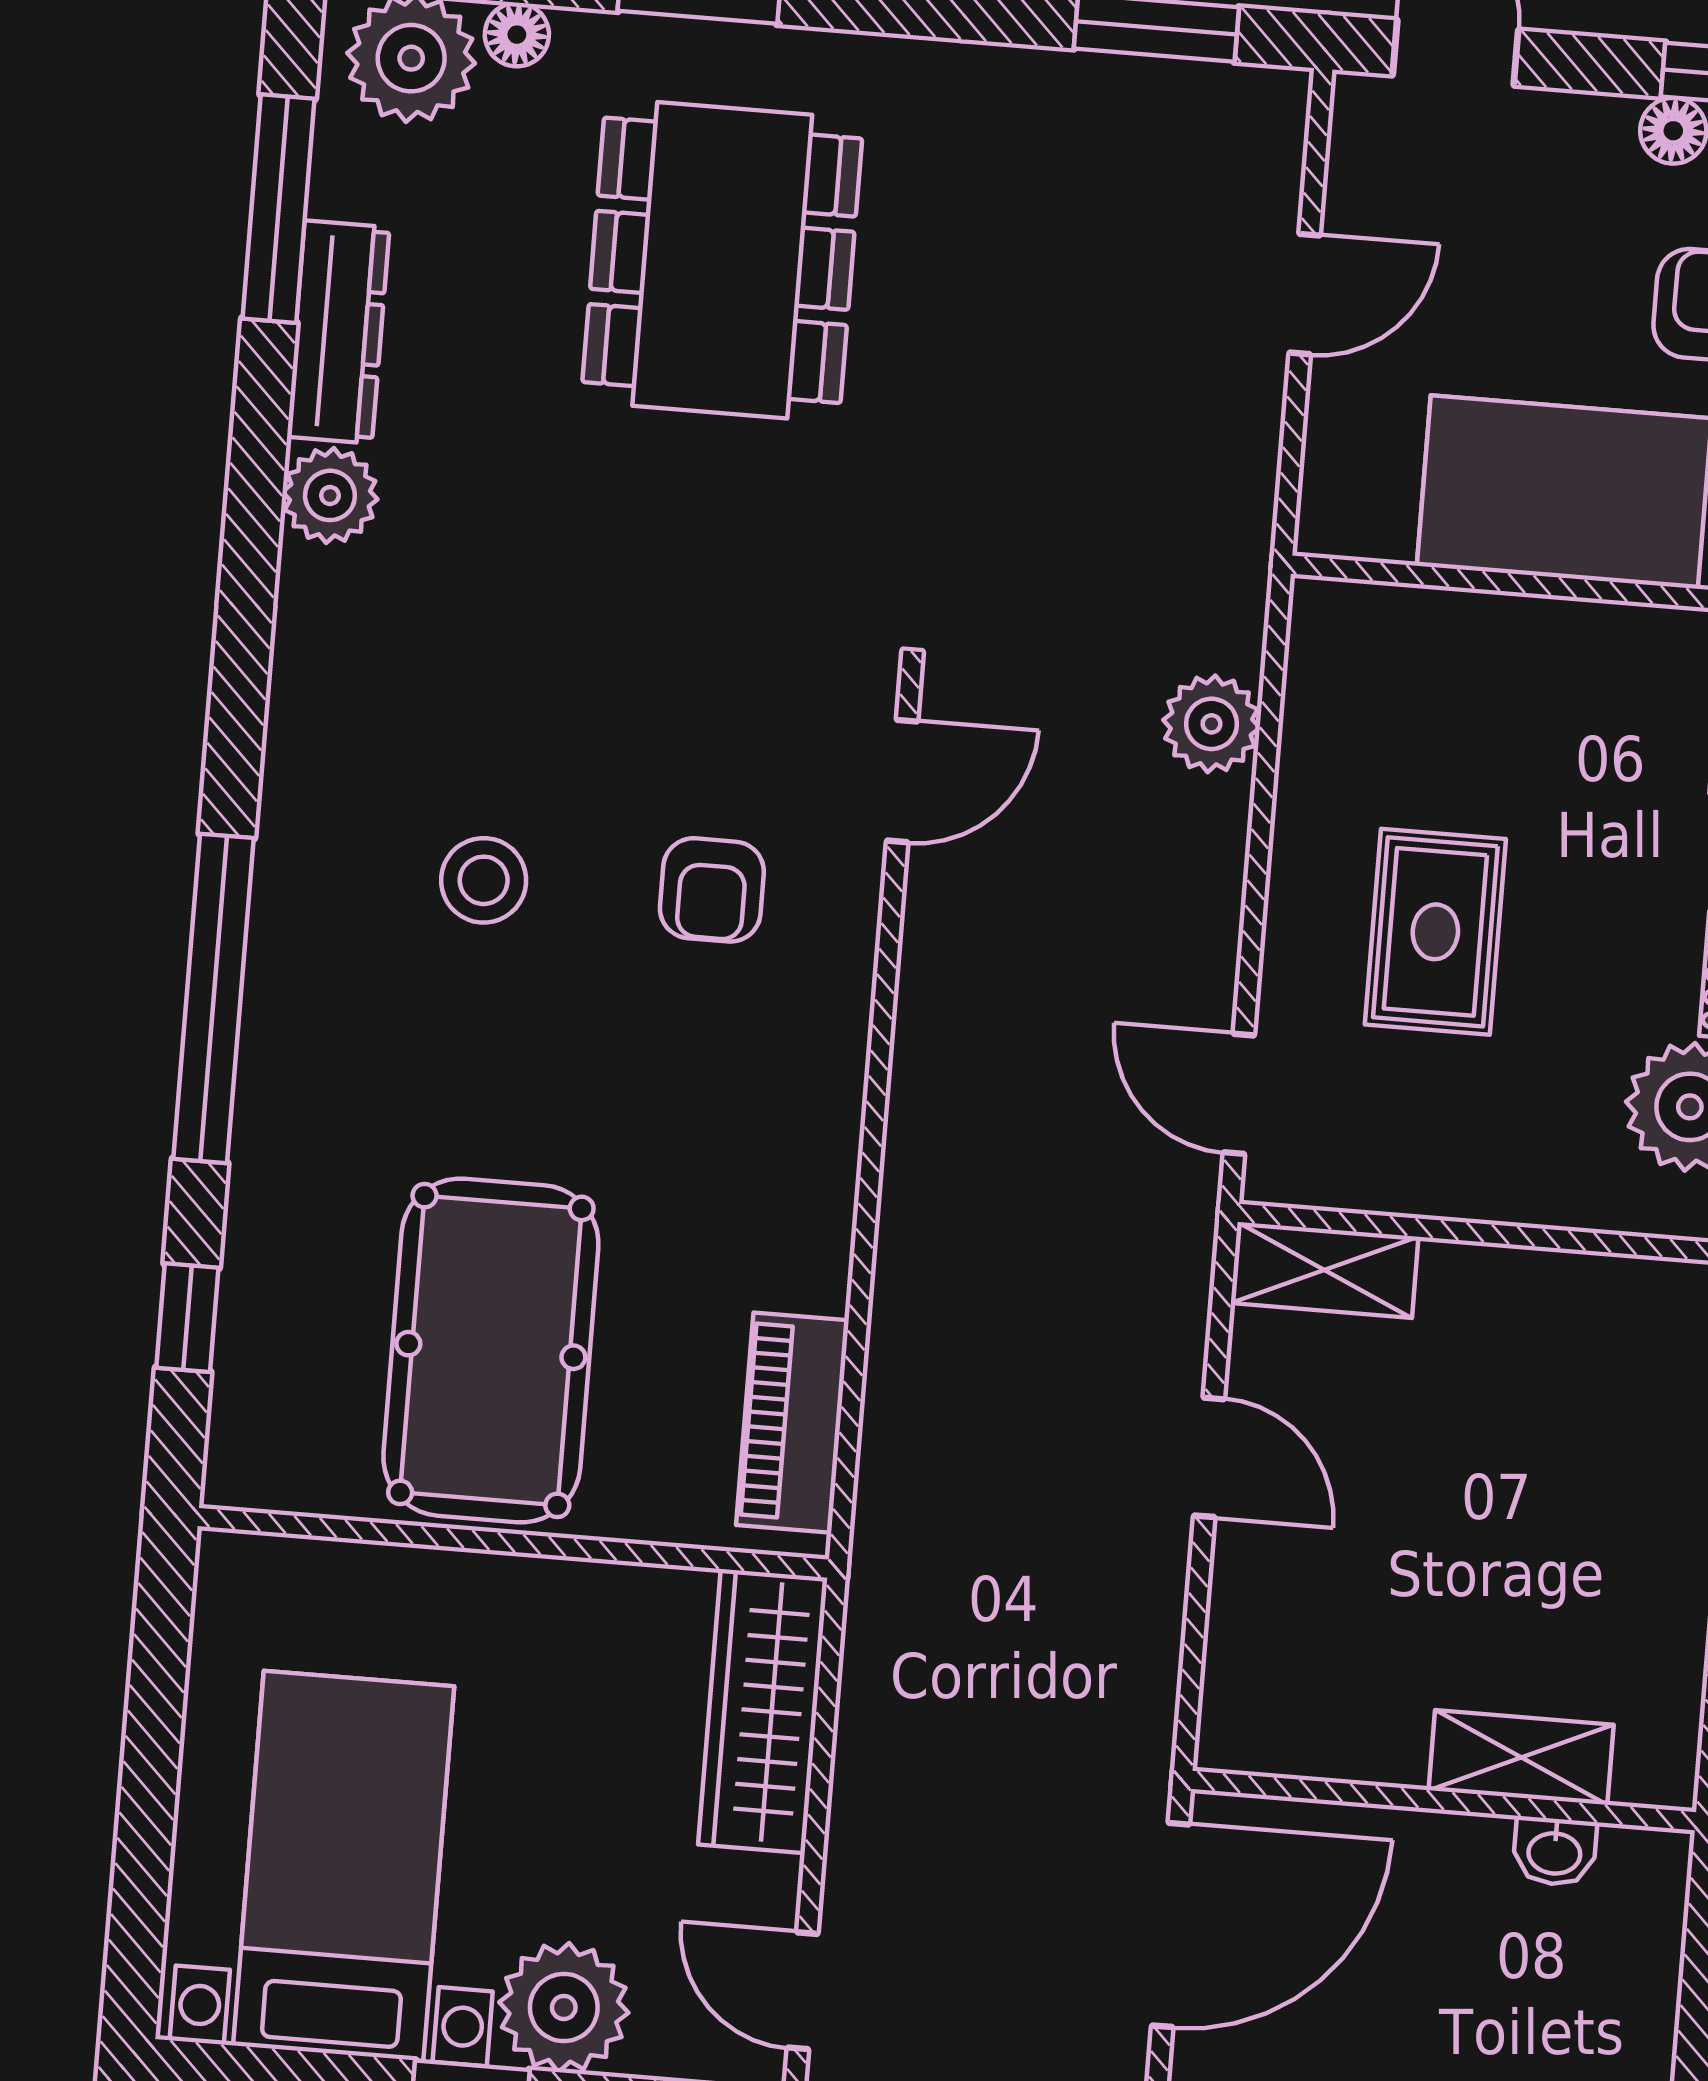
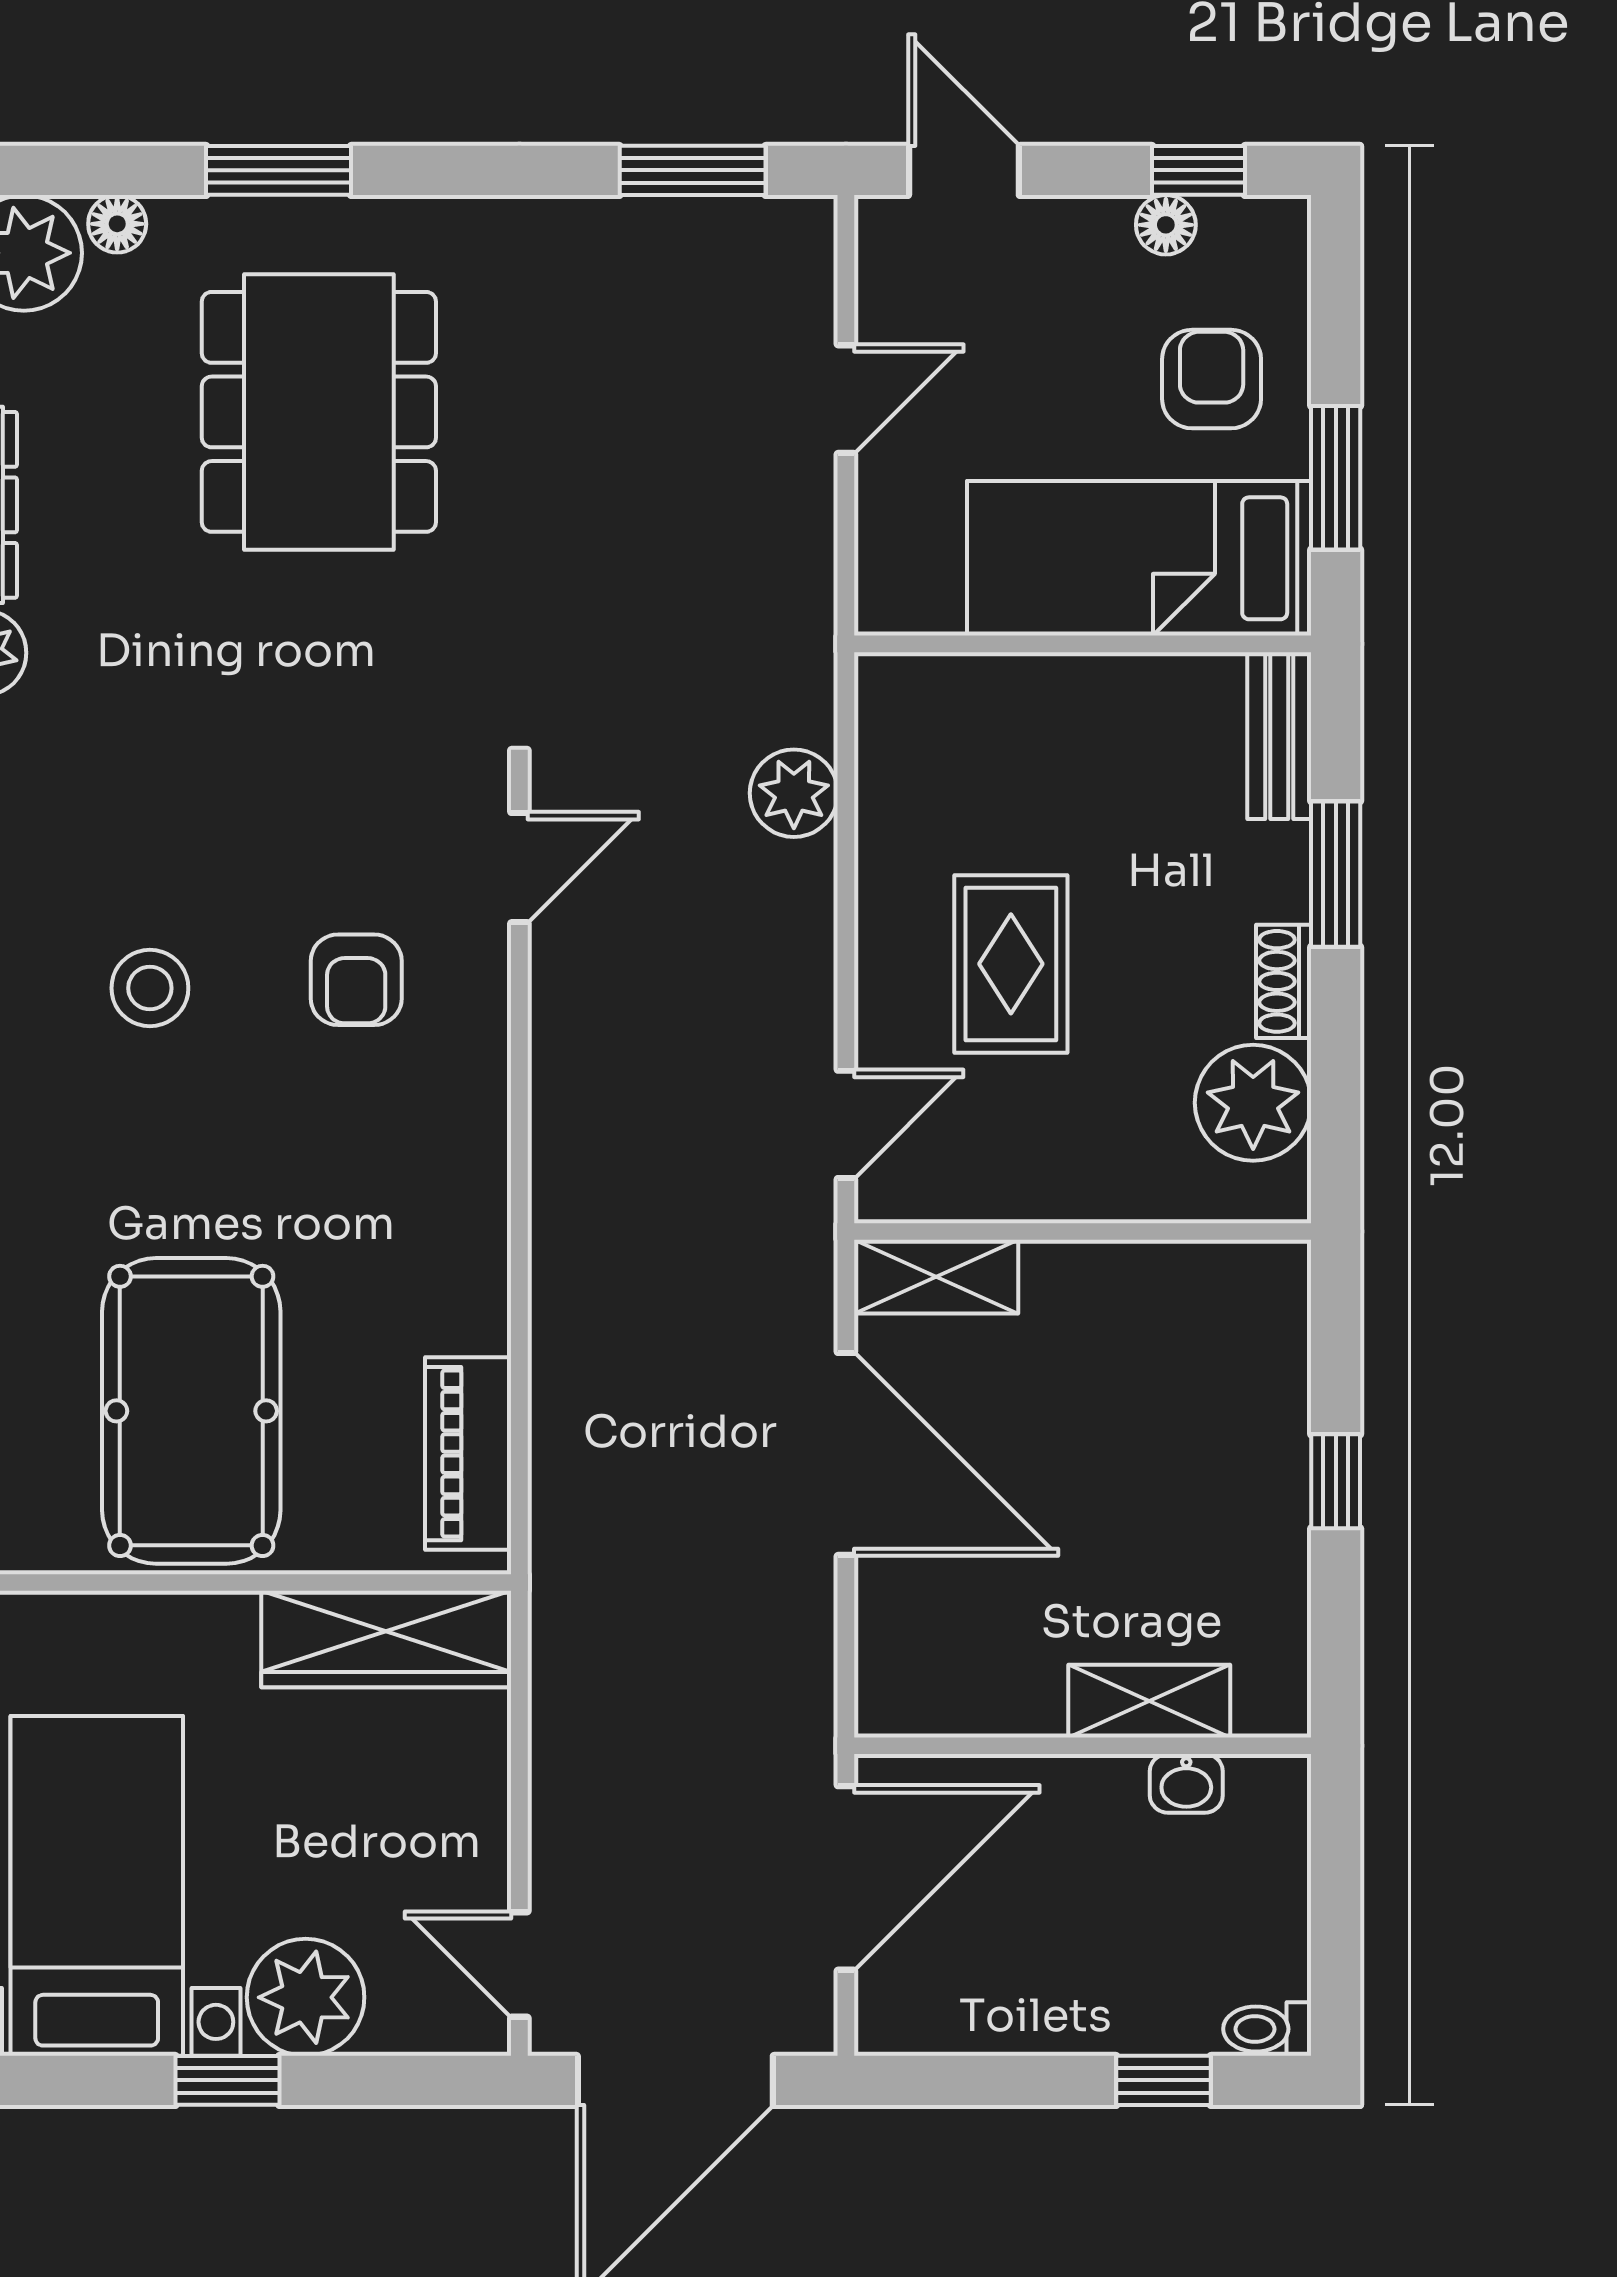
door: (1239, 1094) -> (846, 1124), swing flipped
door: (1209, 1457) -> (846, 1454), width x1.87
wardrobe: (763, 1711) -> (386, 1639), moved, turned -90

